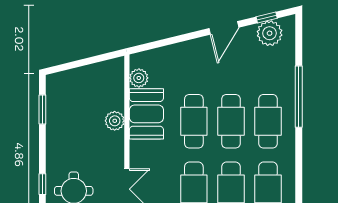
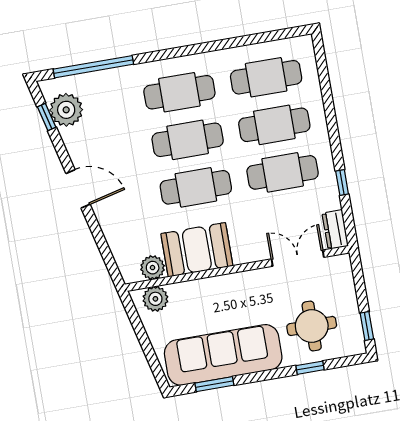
door: (224, 28) -> (78, 189), moved
window: (299, 97) -> (93, 67), moved
sofa: (63, 120) -> (223, 355), added
plant: (115, 121) -> (155, 299), moved

